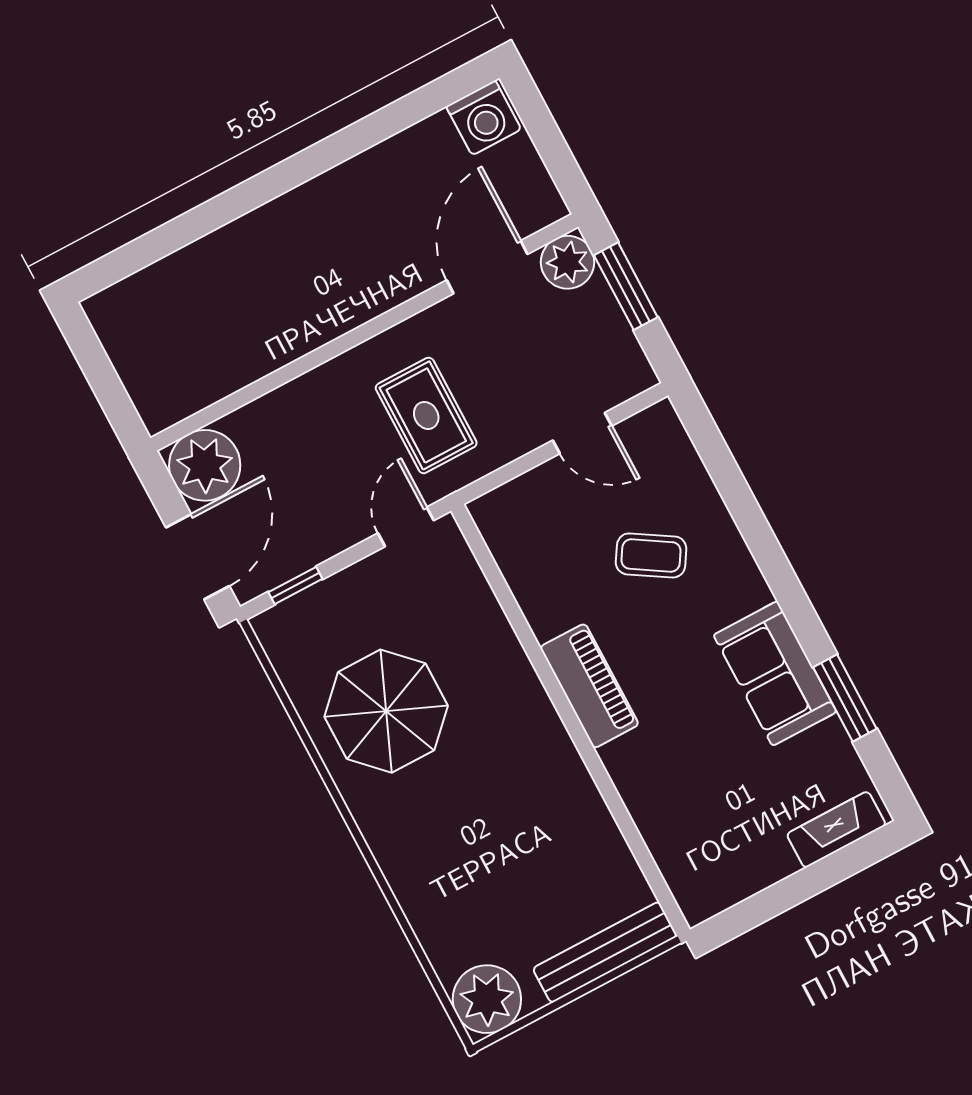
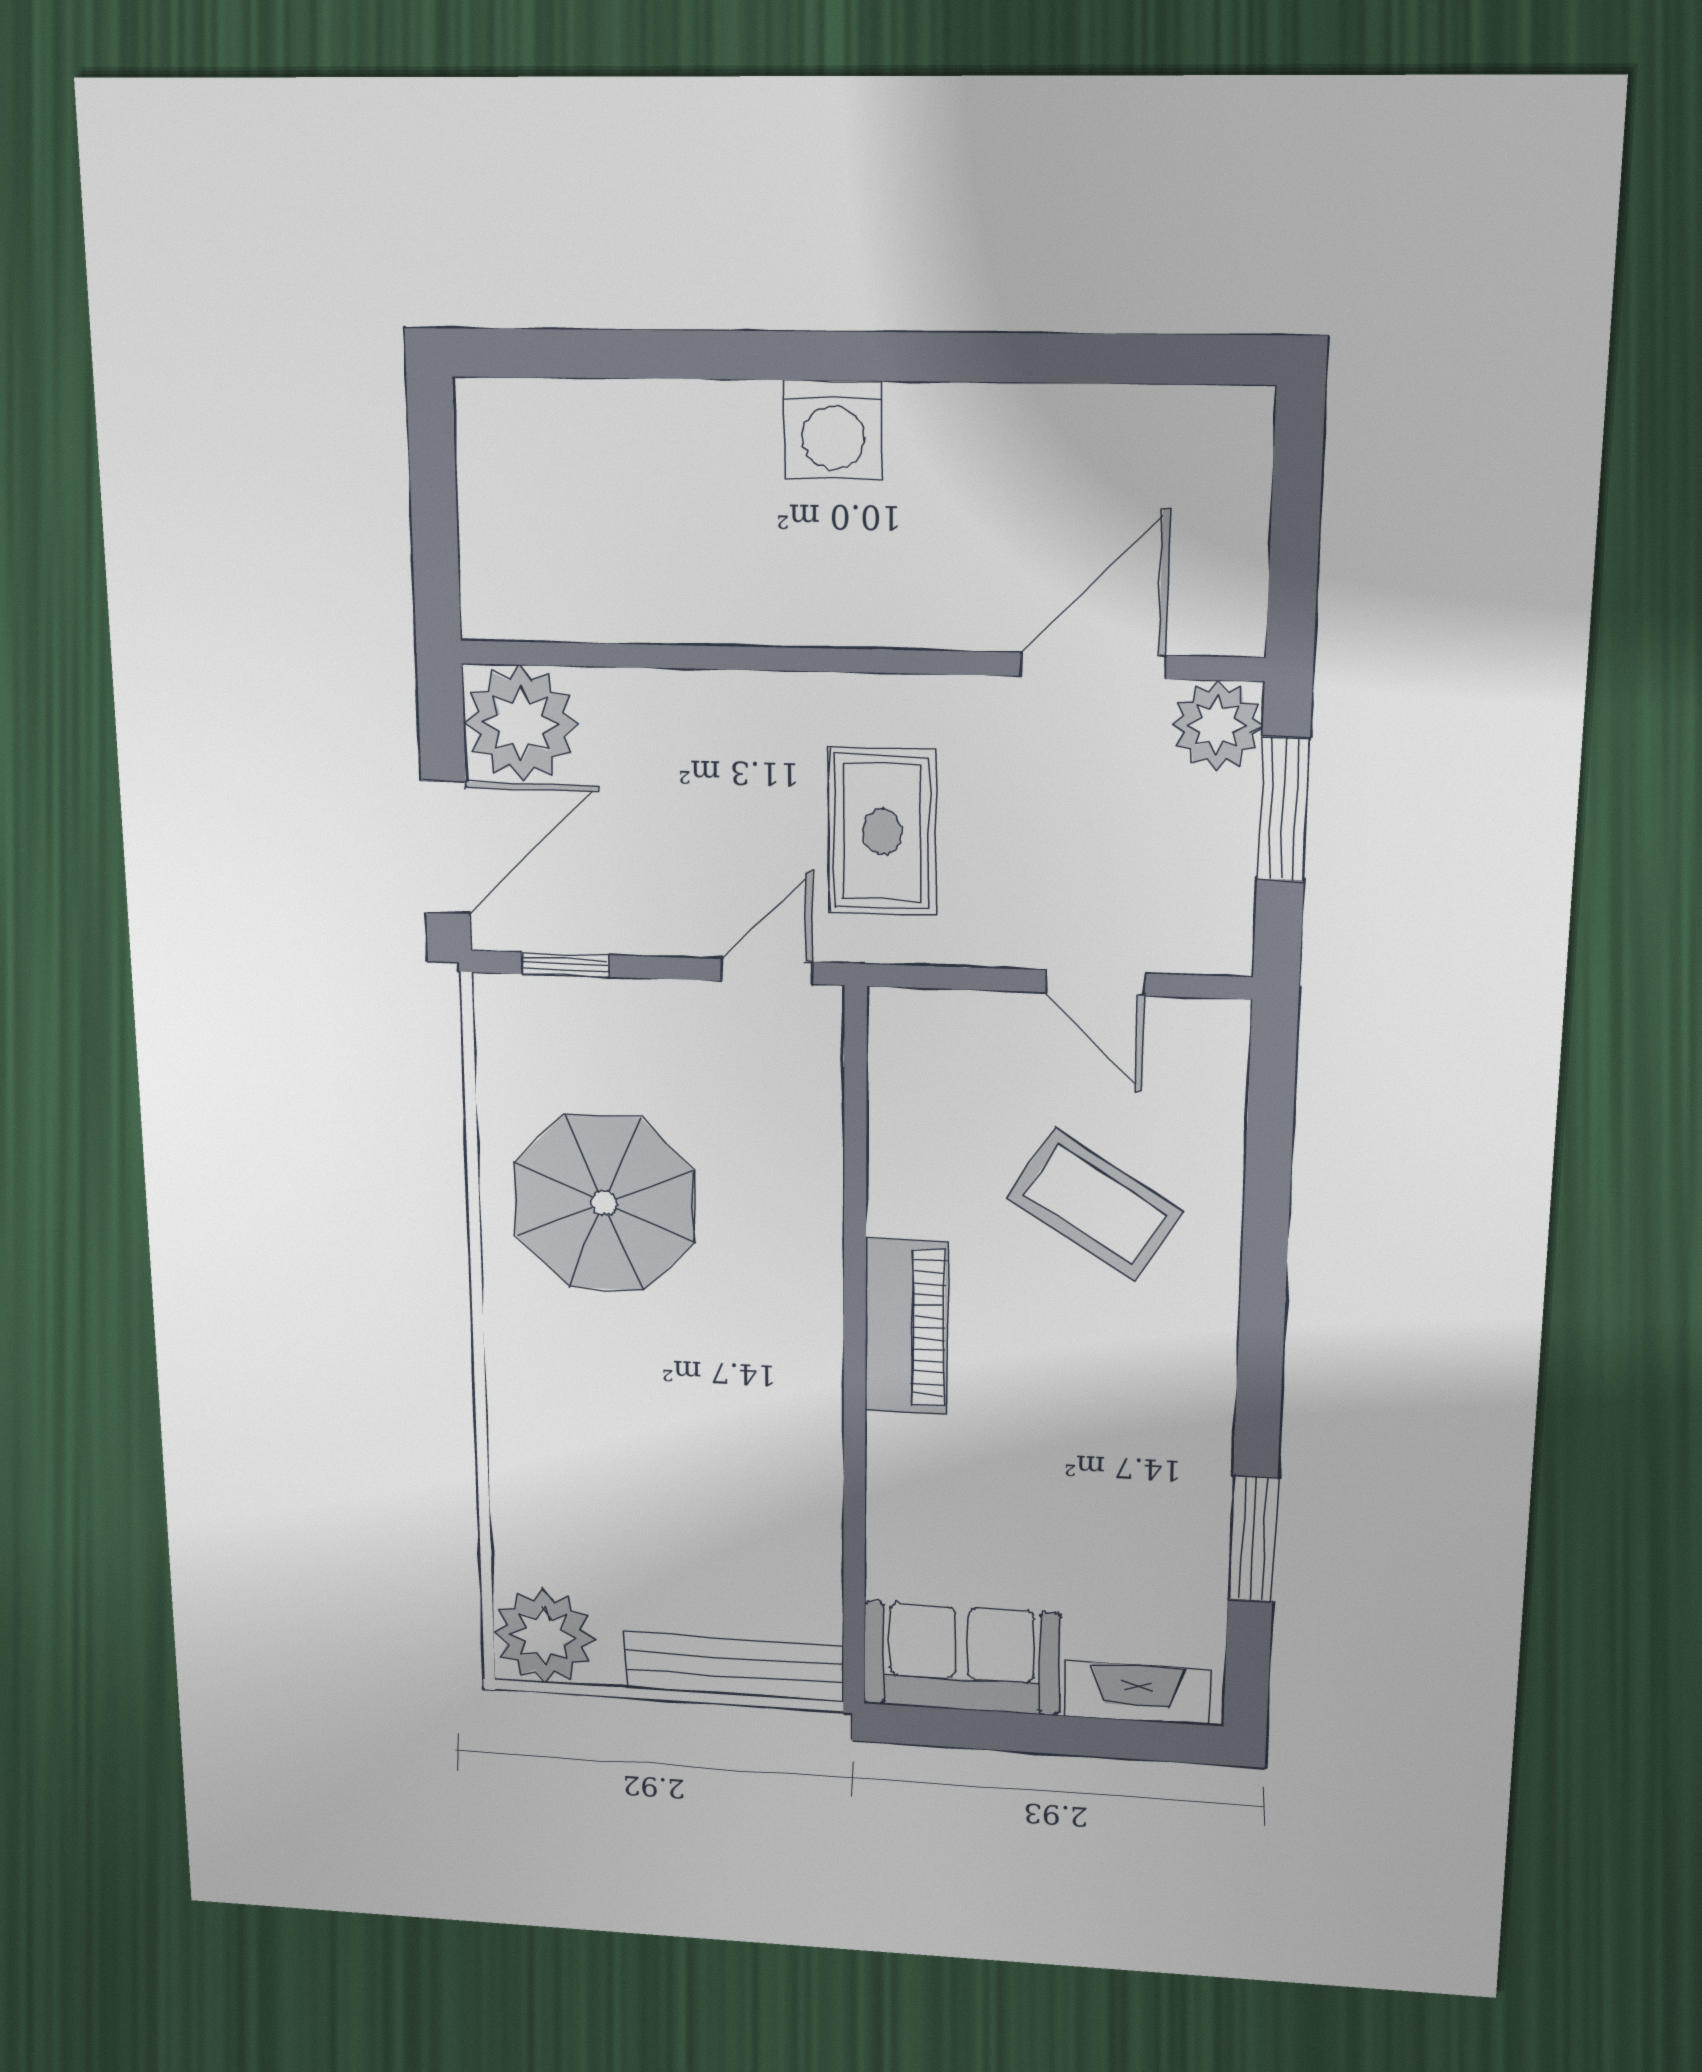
washing machine: (484, 118) -> (833, 430), moved
coffee table: (651, 555) -> (1095, 1205), width x1.36, depth x1.30
sofa: (775, 673) -> (962, 1658), moved, turned 90

